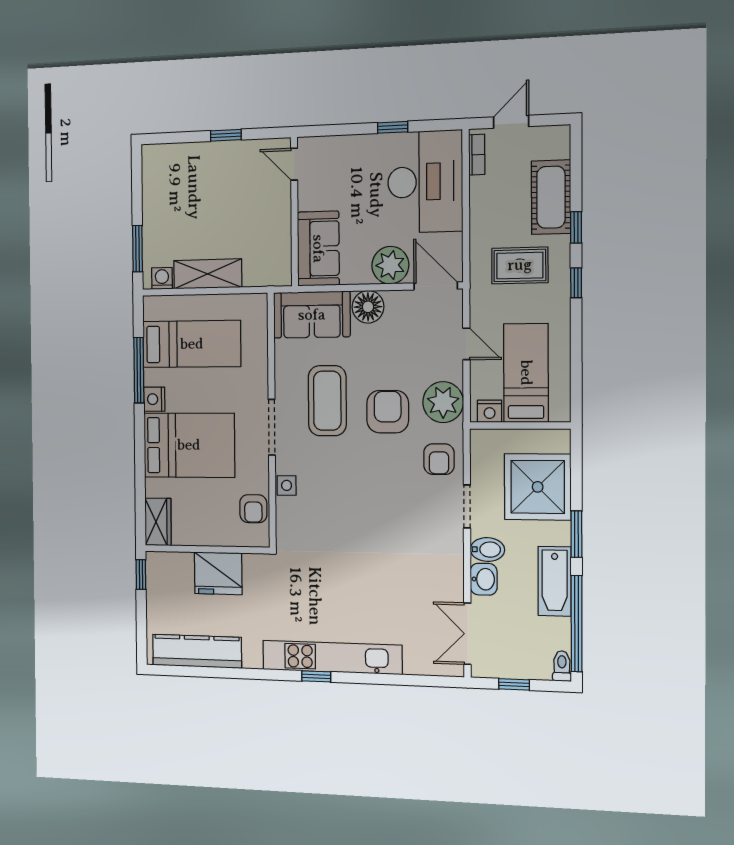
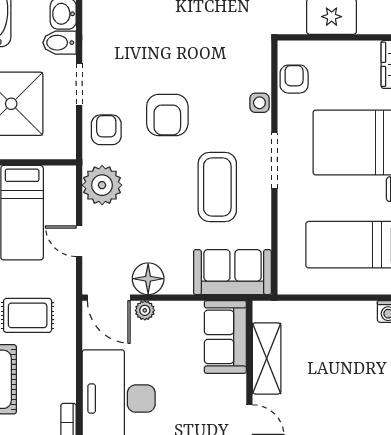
plant: (390, 265) -> (145, 310), width x0.53, depth x0.53
shelving: (208, 274) -> (267, 358), moved, turned 90
floor lamp: (368, 307) -> (148, 279), moved
nightstand: (490, 411) -> (57, 176), removed
armchair: (388, 412) -> (167, 115), moved

